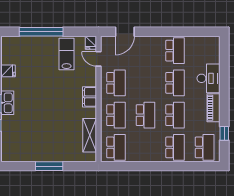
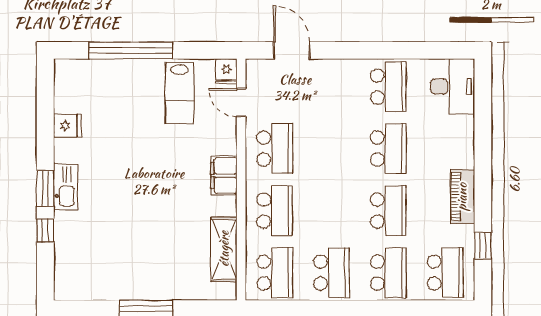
door: (125, 32) -> (292, 50), swing flipped
lab bench: (67, 54) -> (180, 93), turned 180
desk: (209, 78) -> (453, 86), moved
school desk: (145, 115) -> (332, 273), moved

